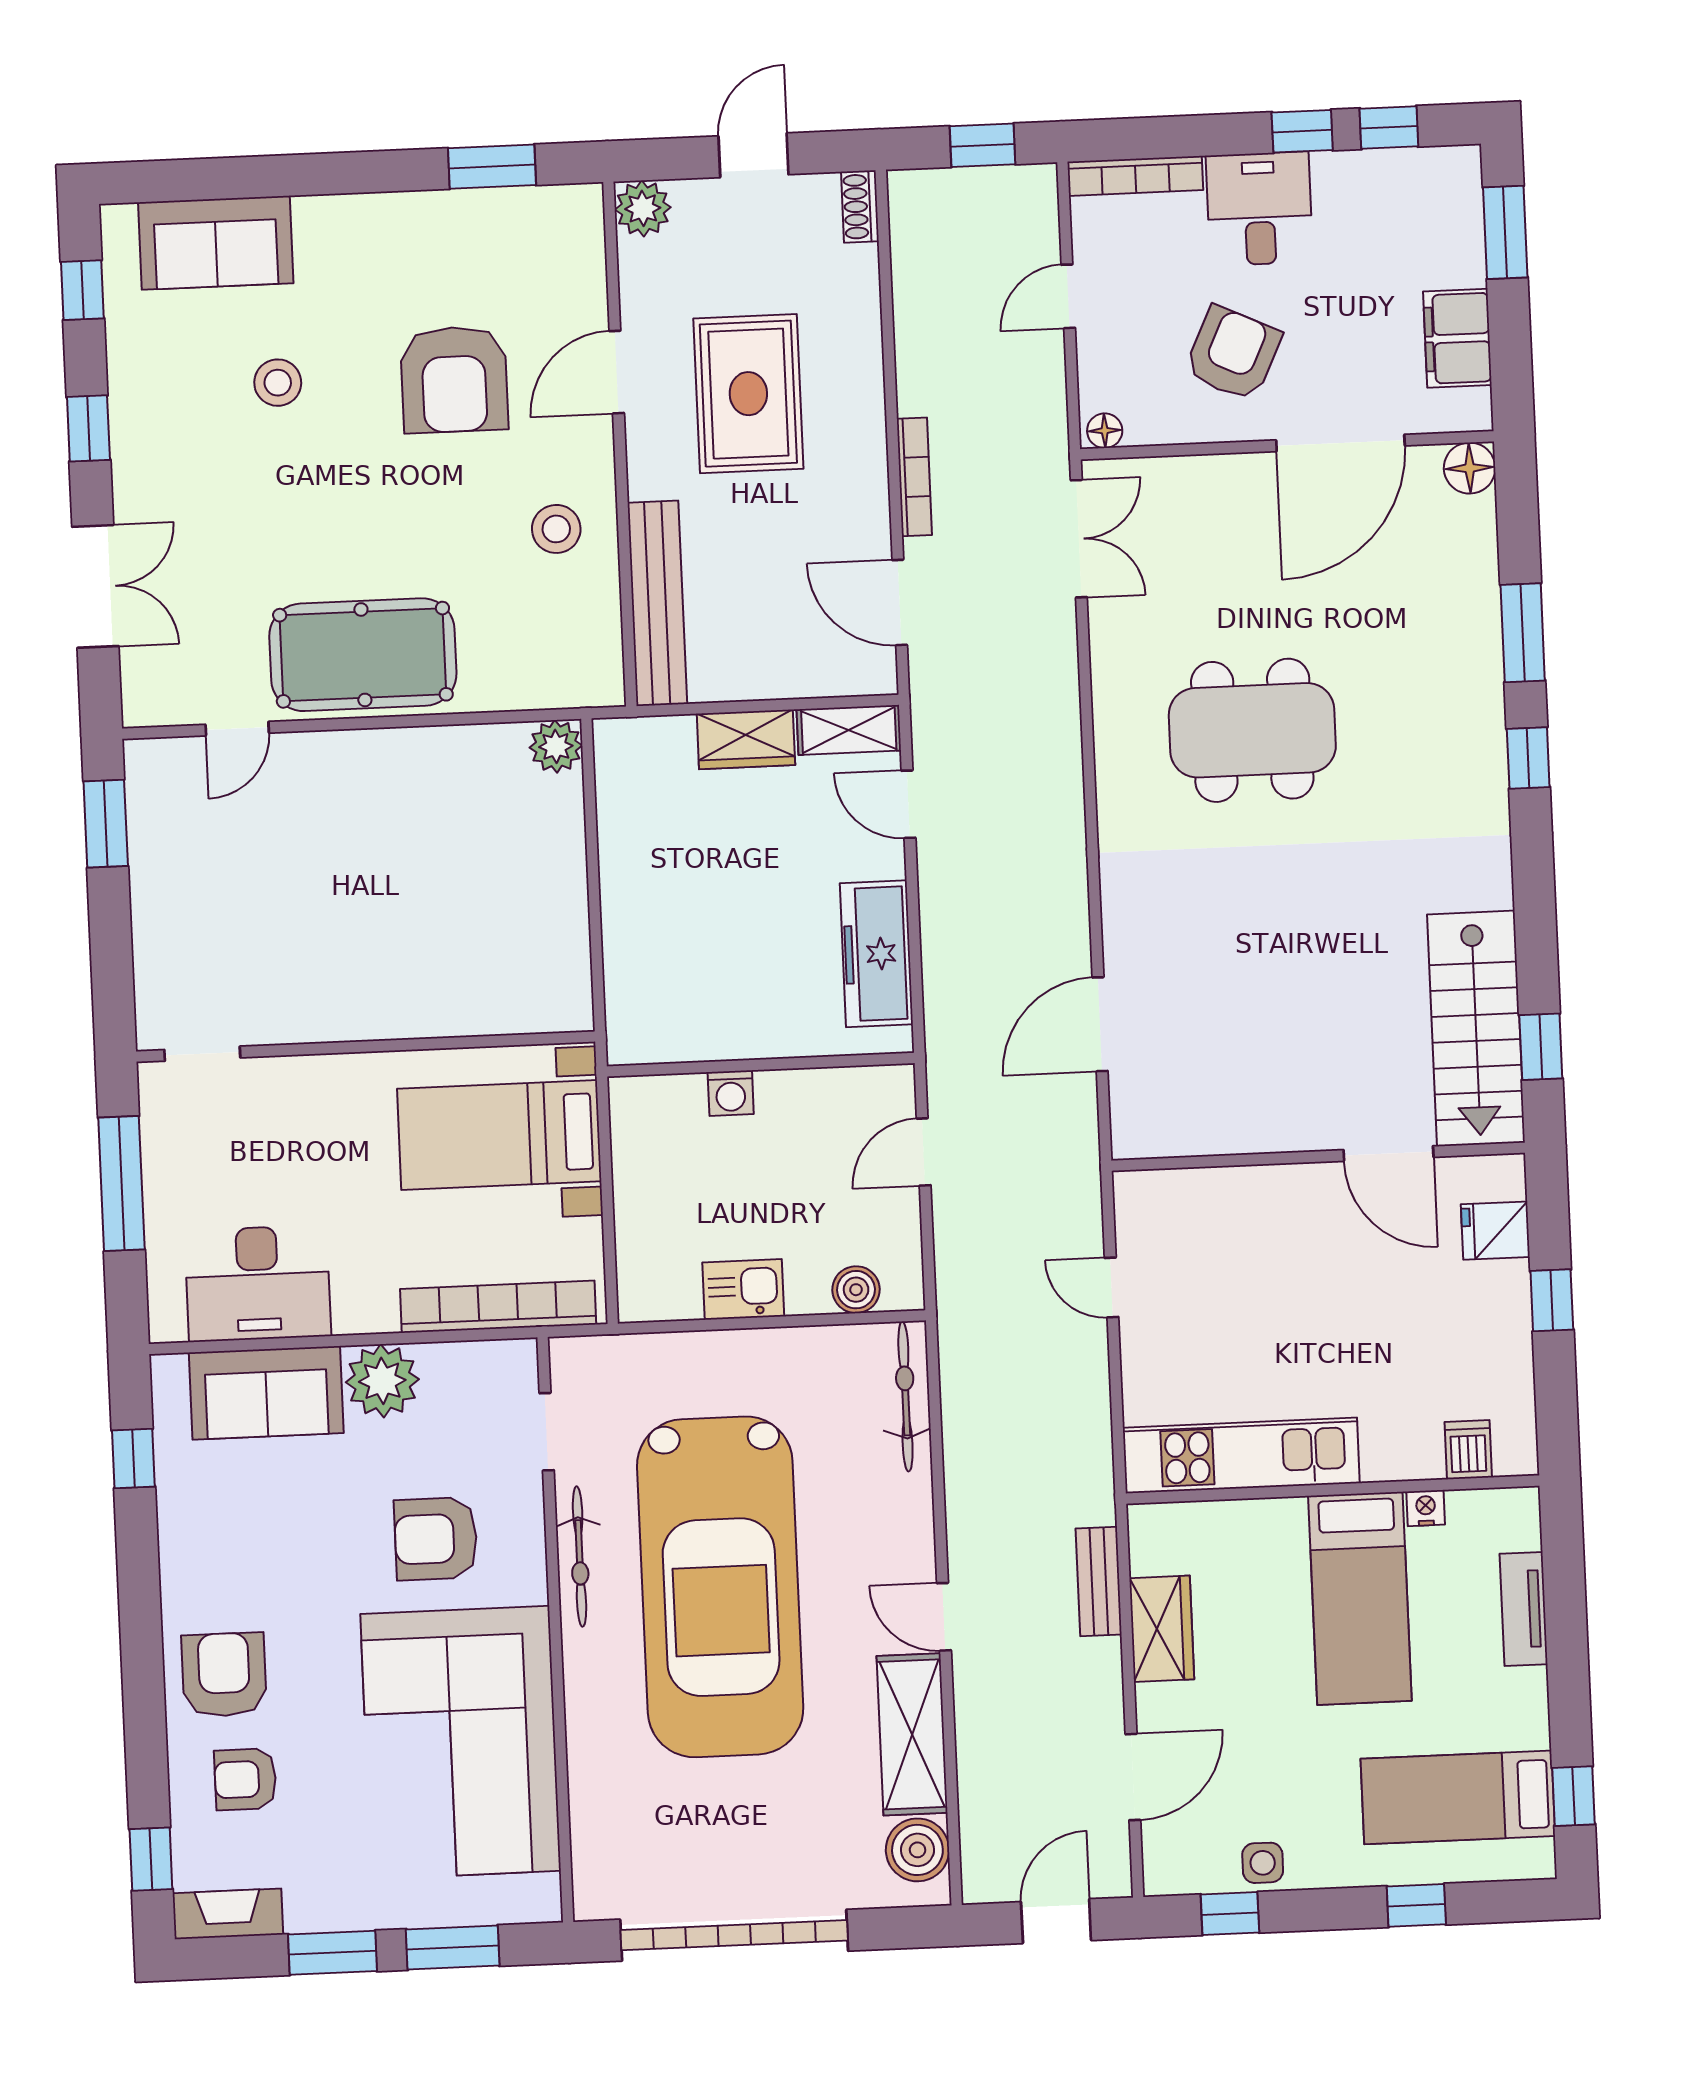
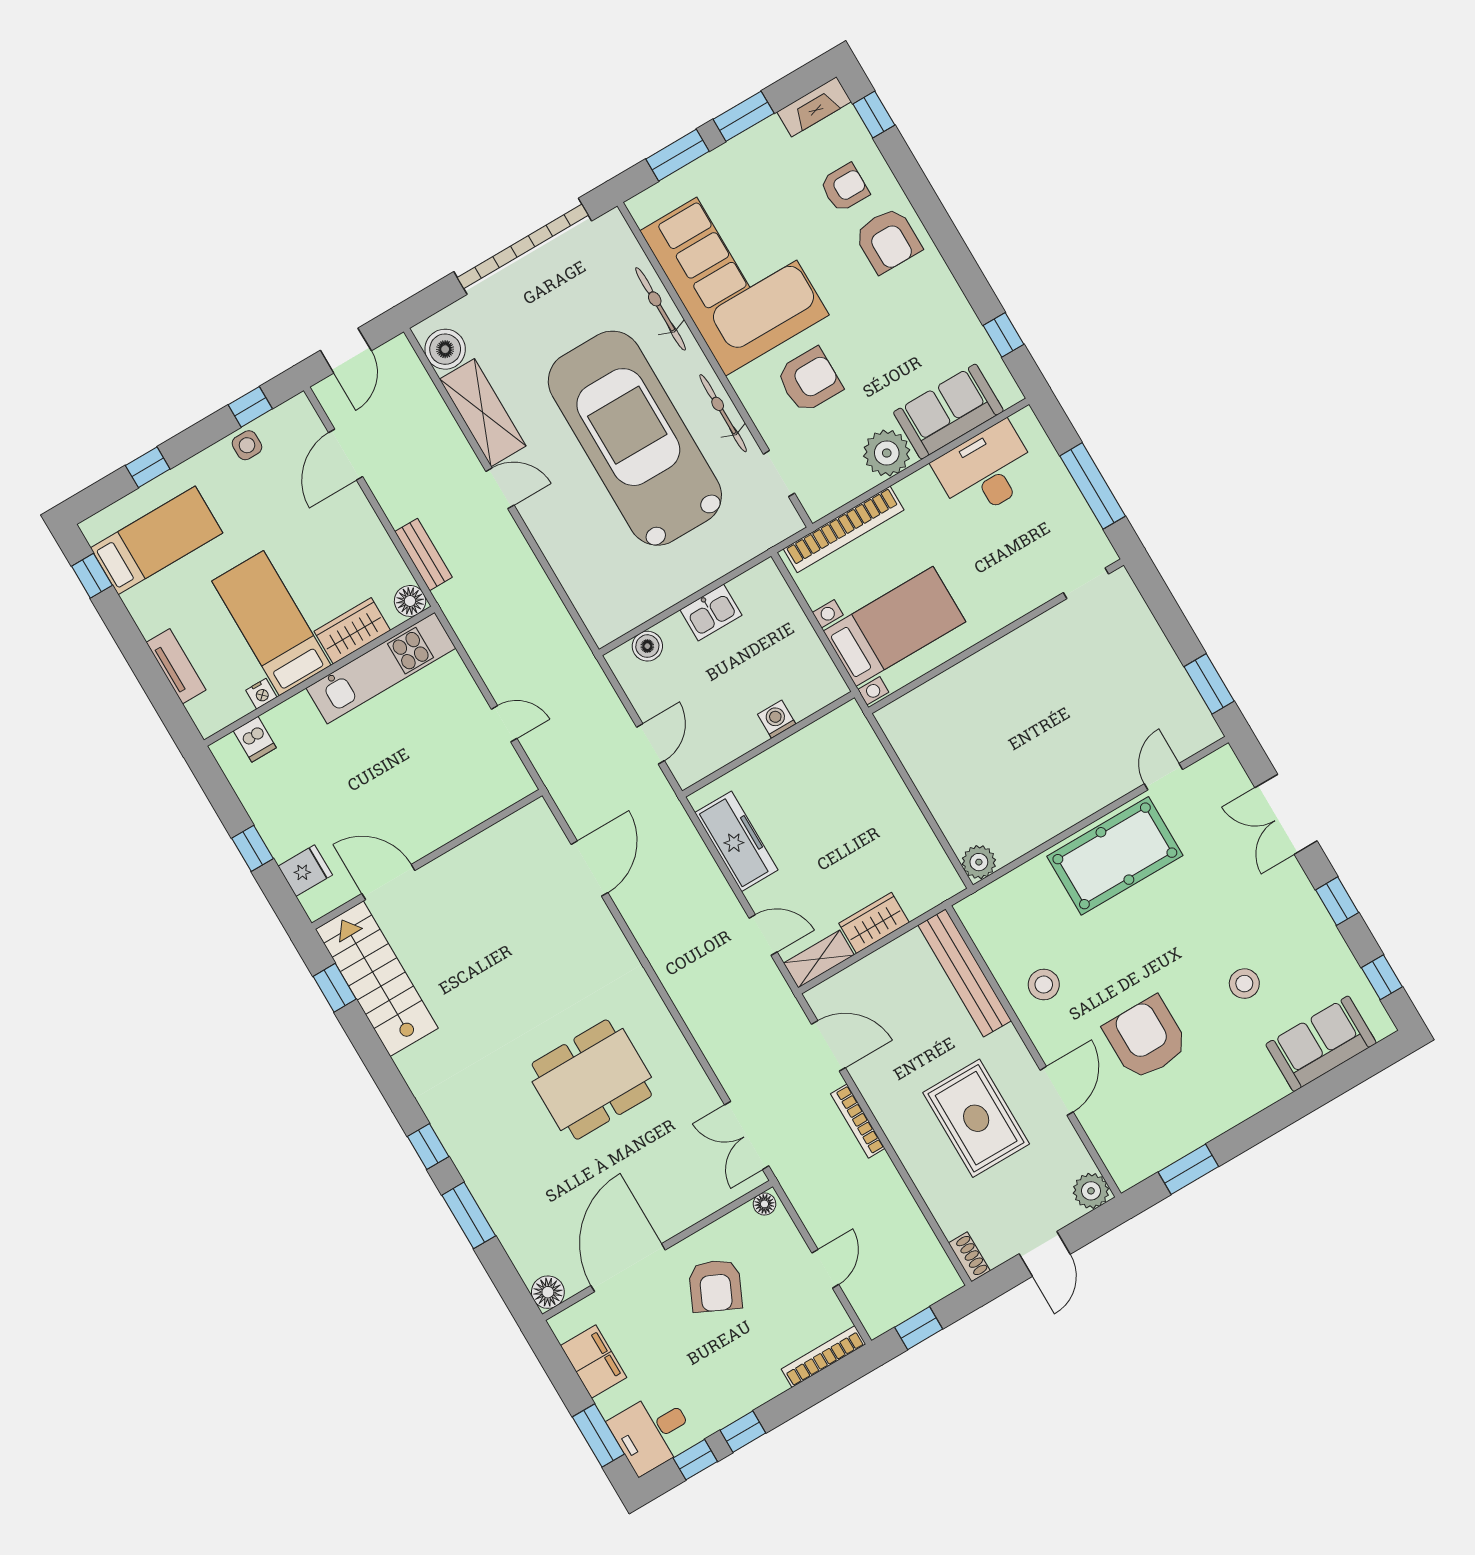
desk: (1259, 209) -> (652, 1432), moved, turned 90
bicycle: (905, 1396) -> (661, 309), moved, turned 180
floor lamp: (1152, 1527) -> (410, 601), added
wardrobe: (1162, 1629) -> (352, 631), moved, turned 90

